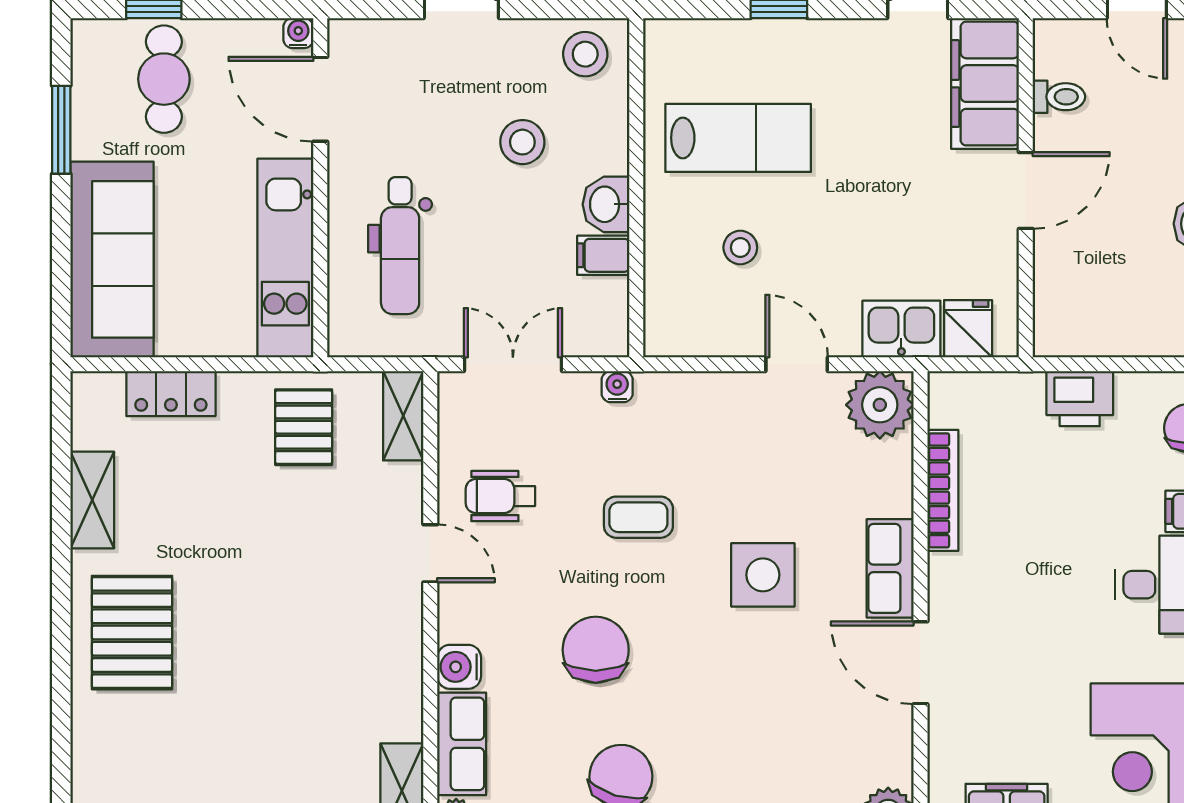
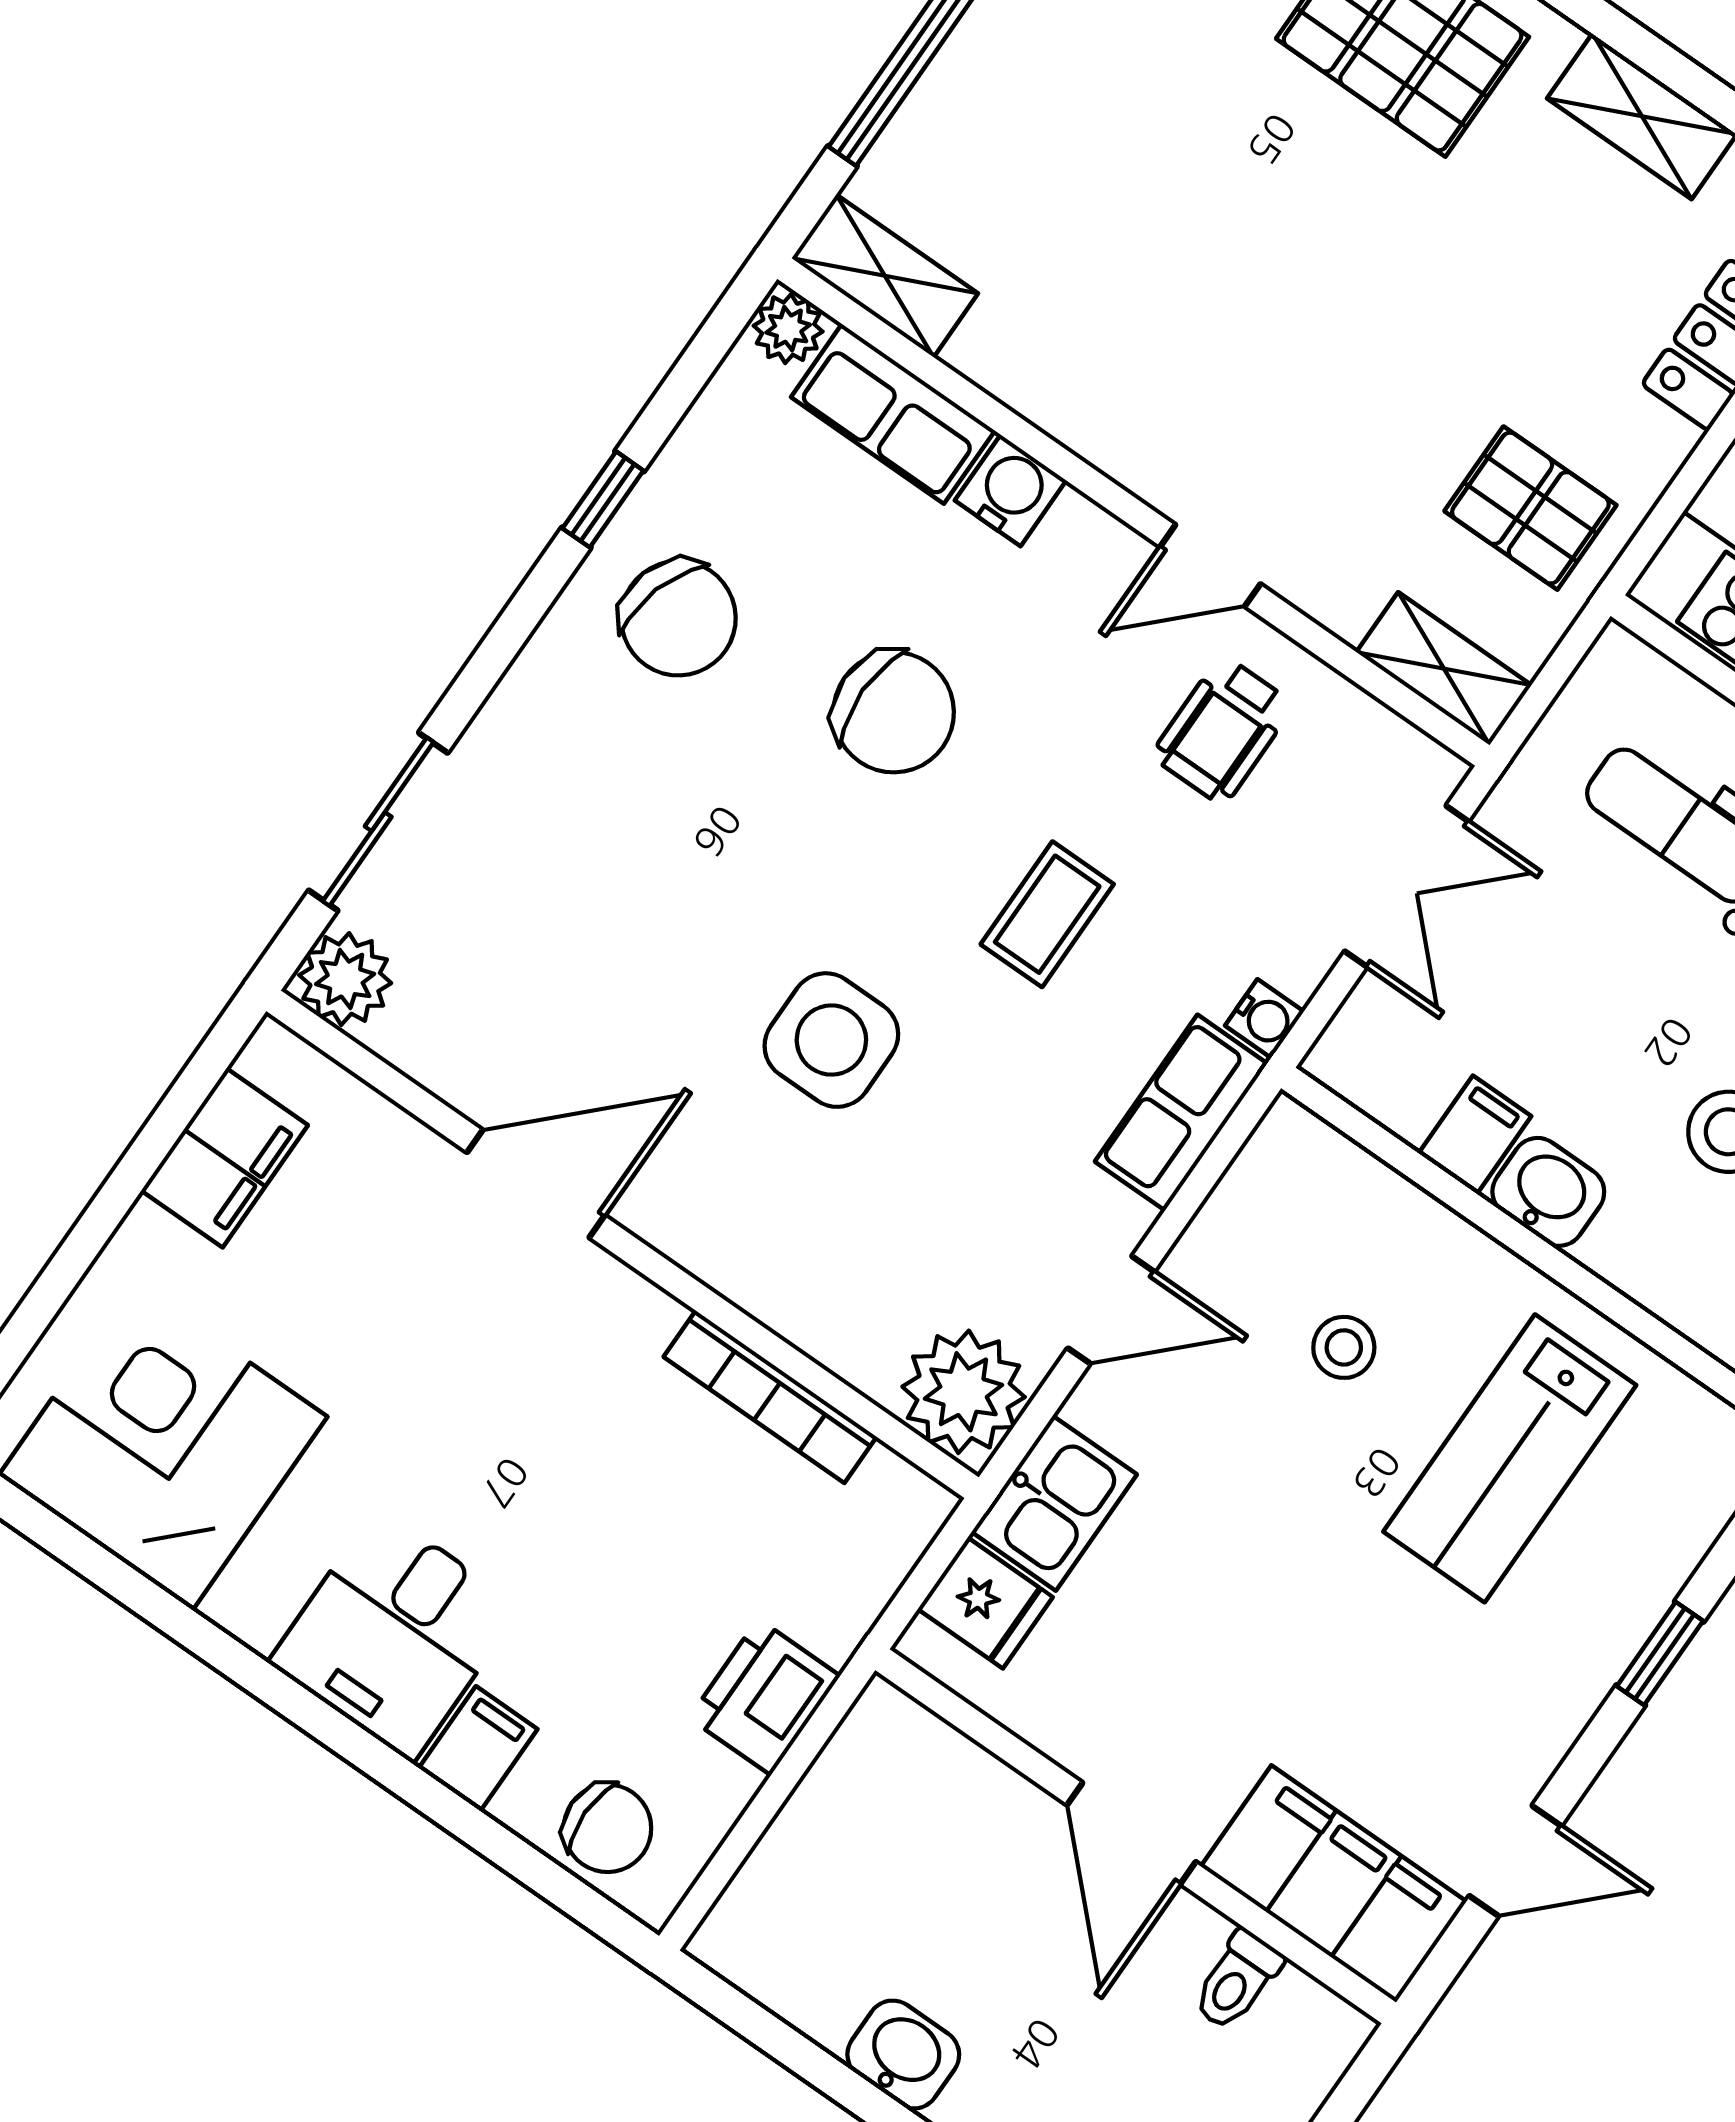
wheelchair: (500, 496) -> (1223, 730), turned 180
row of seats: (890, 568) -> (1181, 1113), moved, turned -90

